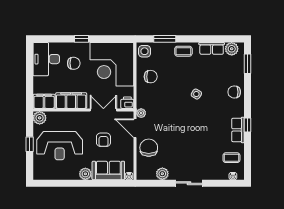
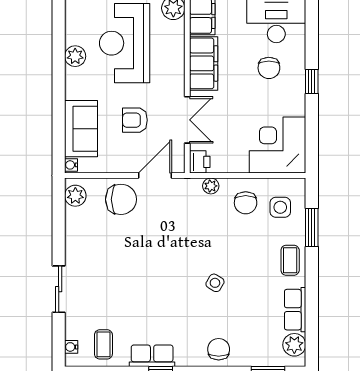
side table: (145, 51) -> (280, 207), moved
corner desk: (112, 64) -> (278, 145), width x0.74, depth x0.74
plant: (141, 113) -> (211, 186), moved
plant: (85, 174) -> (75, 56), moved
plant: (162, 174) -> (75, 196), moved
sliding door: (189, 183) -> (59, 289), moved

